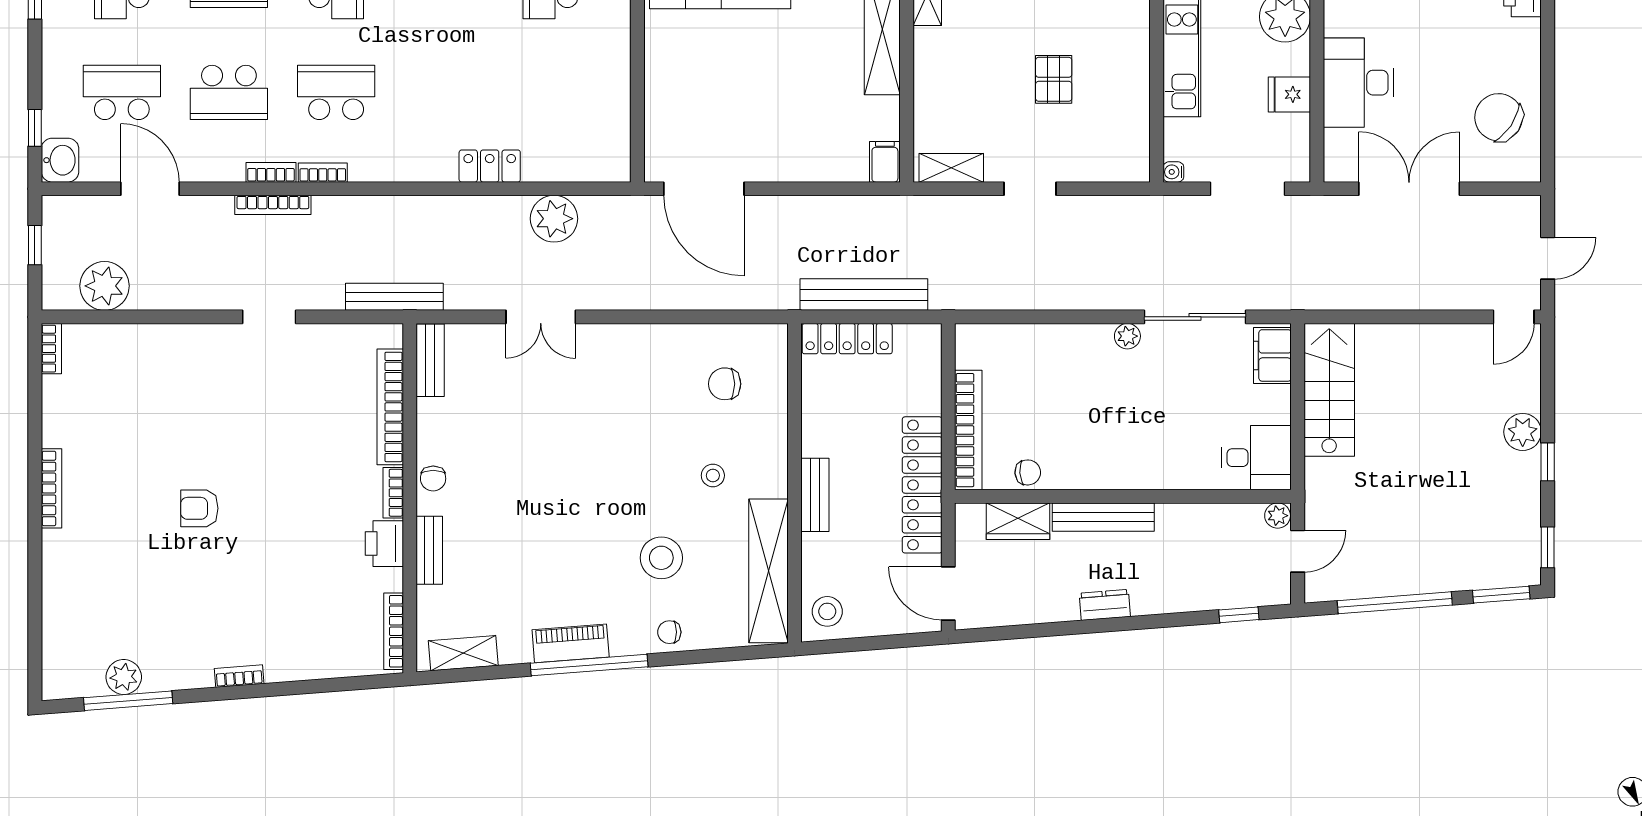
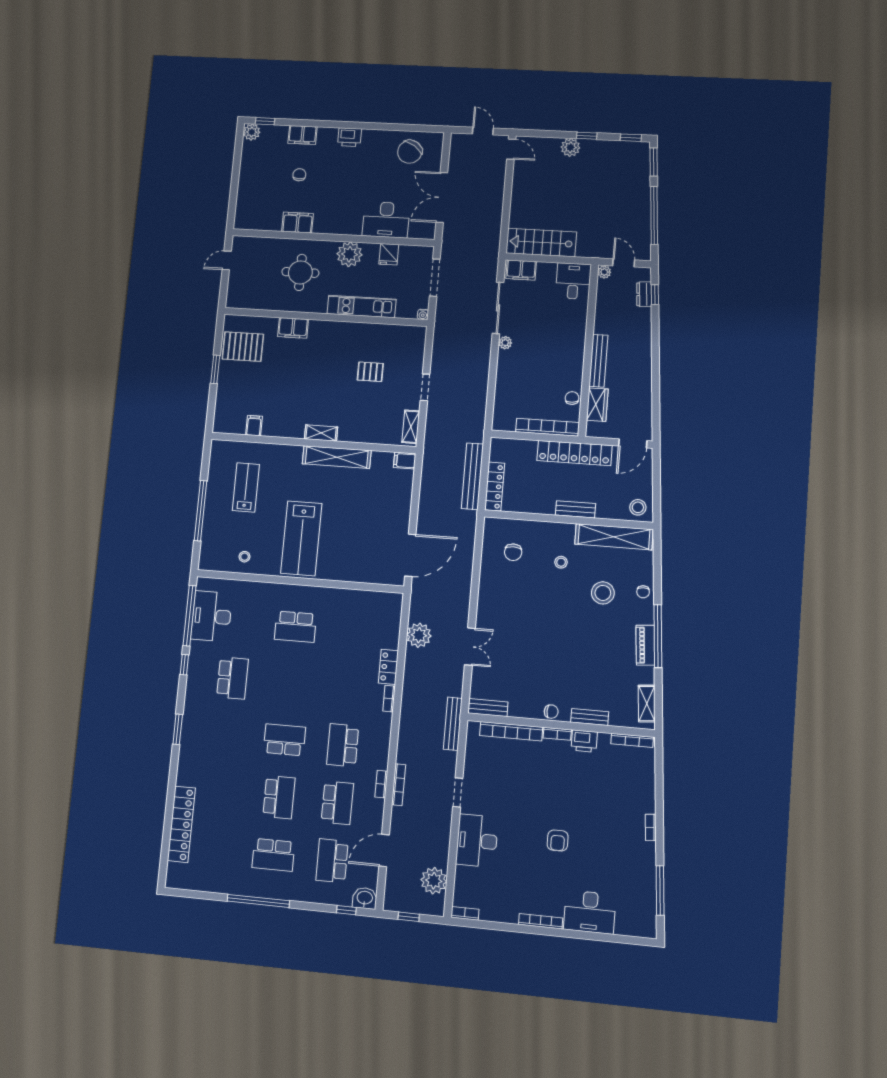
bookcase: (323, 173) -> (389, 699), moved
desk: (185, 360) -> (477, 841), added
desk: (77, 576) -> (590, 912), added
dresser: (1105, 605) -> (644, 294), moved
plant: (124, 677) -> (647, 892), removed

